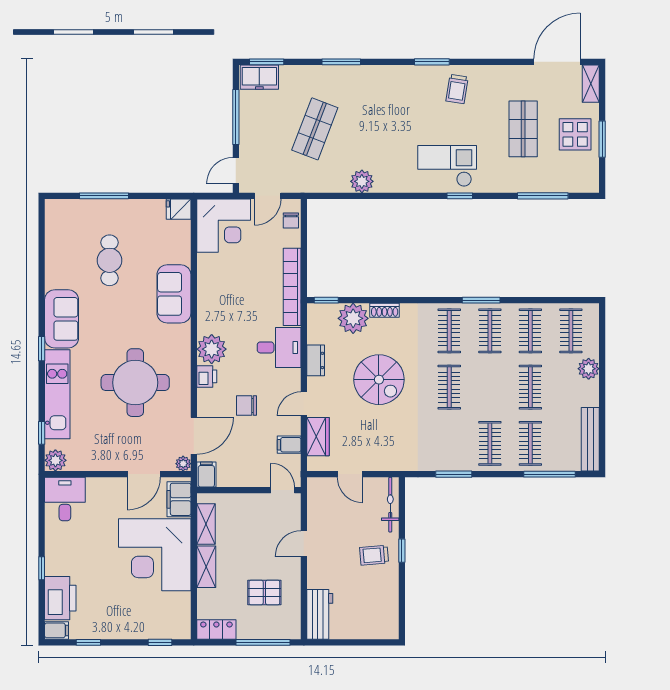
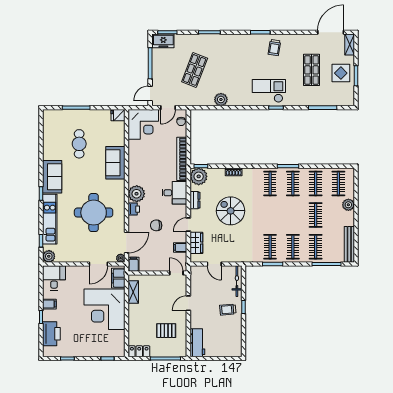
plant: (353, 318) -> (199, 176), moved
spiral stairs: (379, 380) -> (231, 211), turned 180
clothes rail: (449, 387) -> (270, 247), moved
shelving: (206, 567) -> (133, 316), removed
filing cabinet: (57, 630) -> (49, 304), moved

